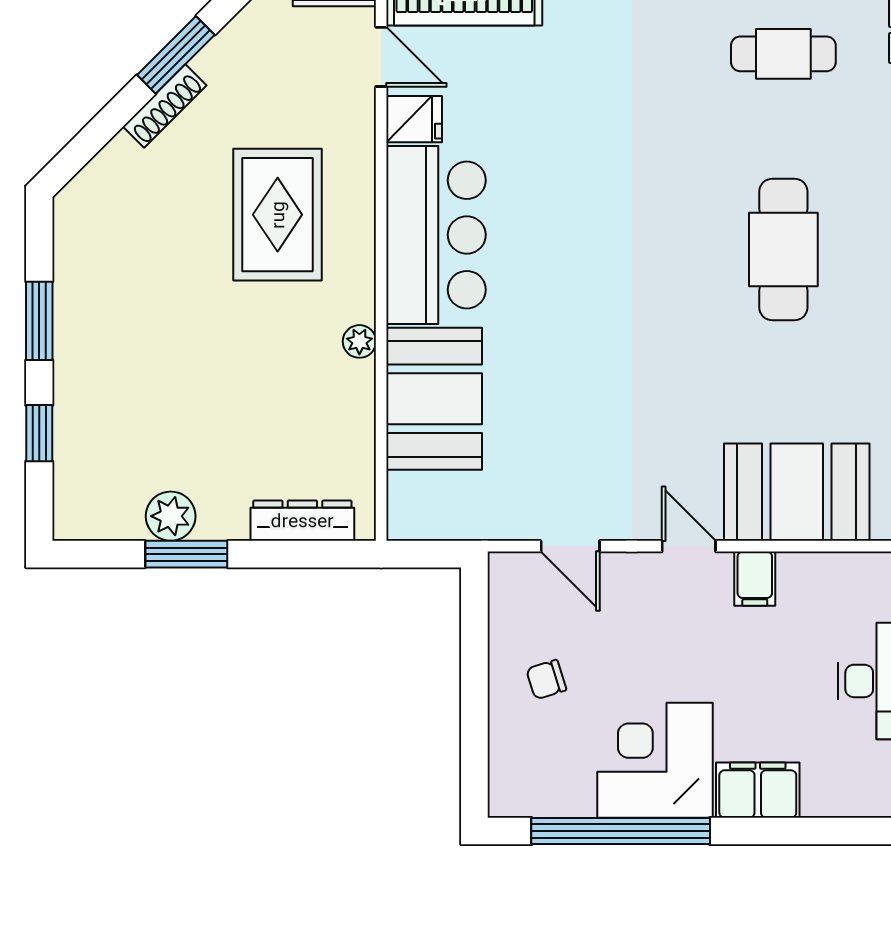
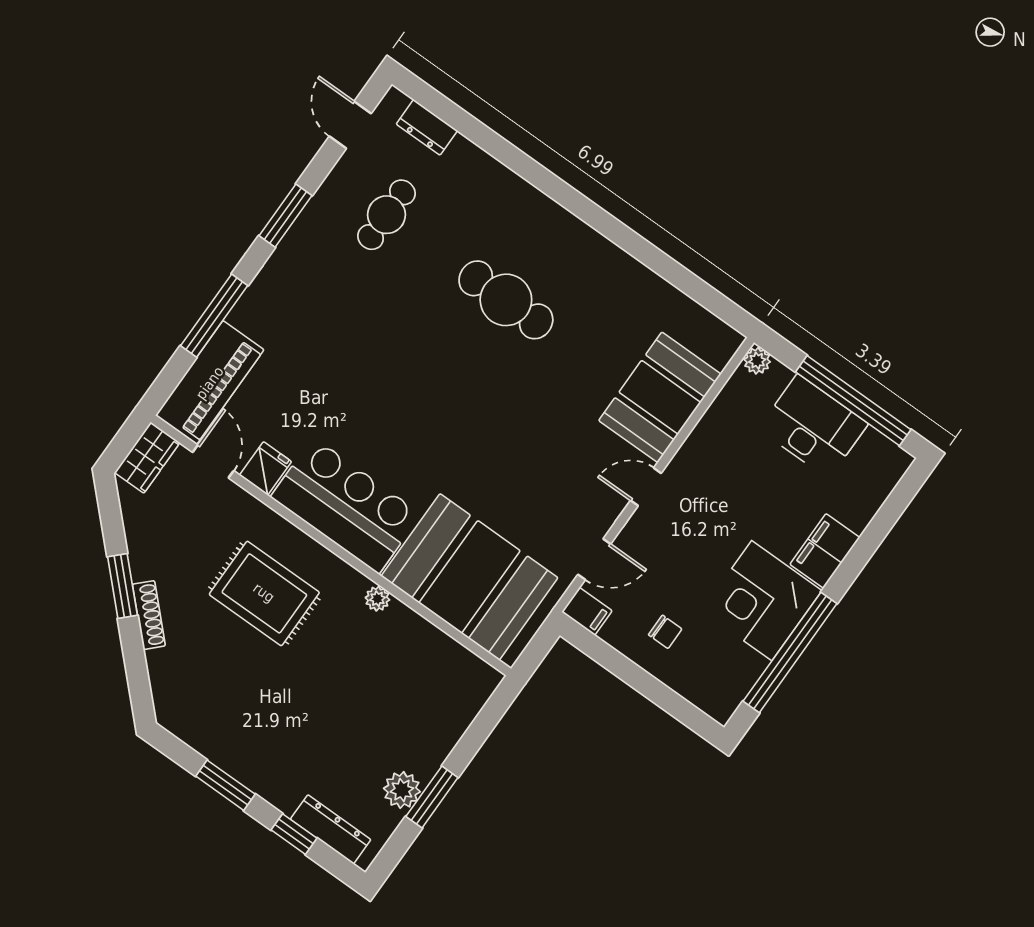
door: (381, 57) -> (213, 461), hinge flipped
booth: (434, 399) -> (470, 577), width x1.36, depth x1.42
dresser: (302, 521) -> (331, 829), moved, turned 90
filing cabinet: (755, 579) -> (587, 611), moved
chair: (546, 680) -> (665, 632), turned -73

